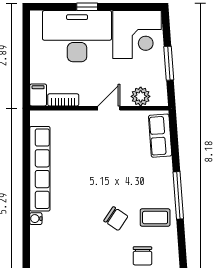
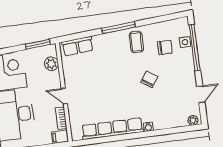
window: (169, 63) -> (38, 44), moved
door: (109, 108) -> (64, 96), moved
chair: (116, 219) -> (149, 79), moved

